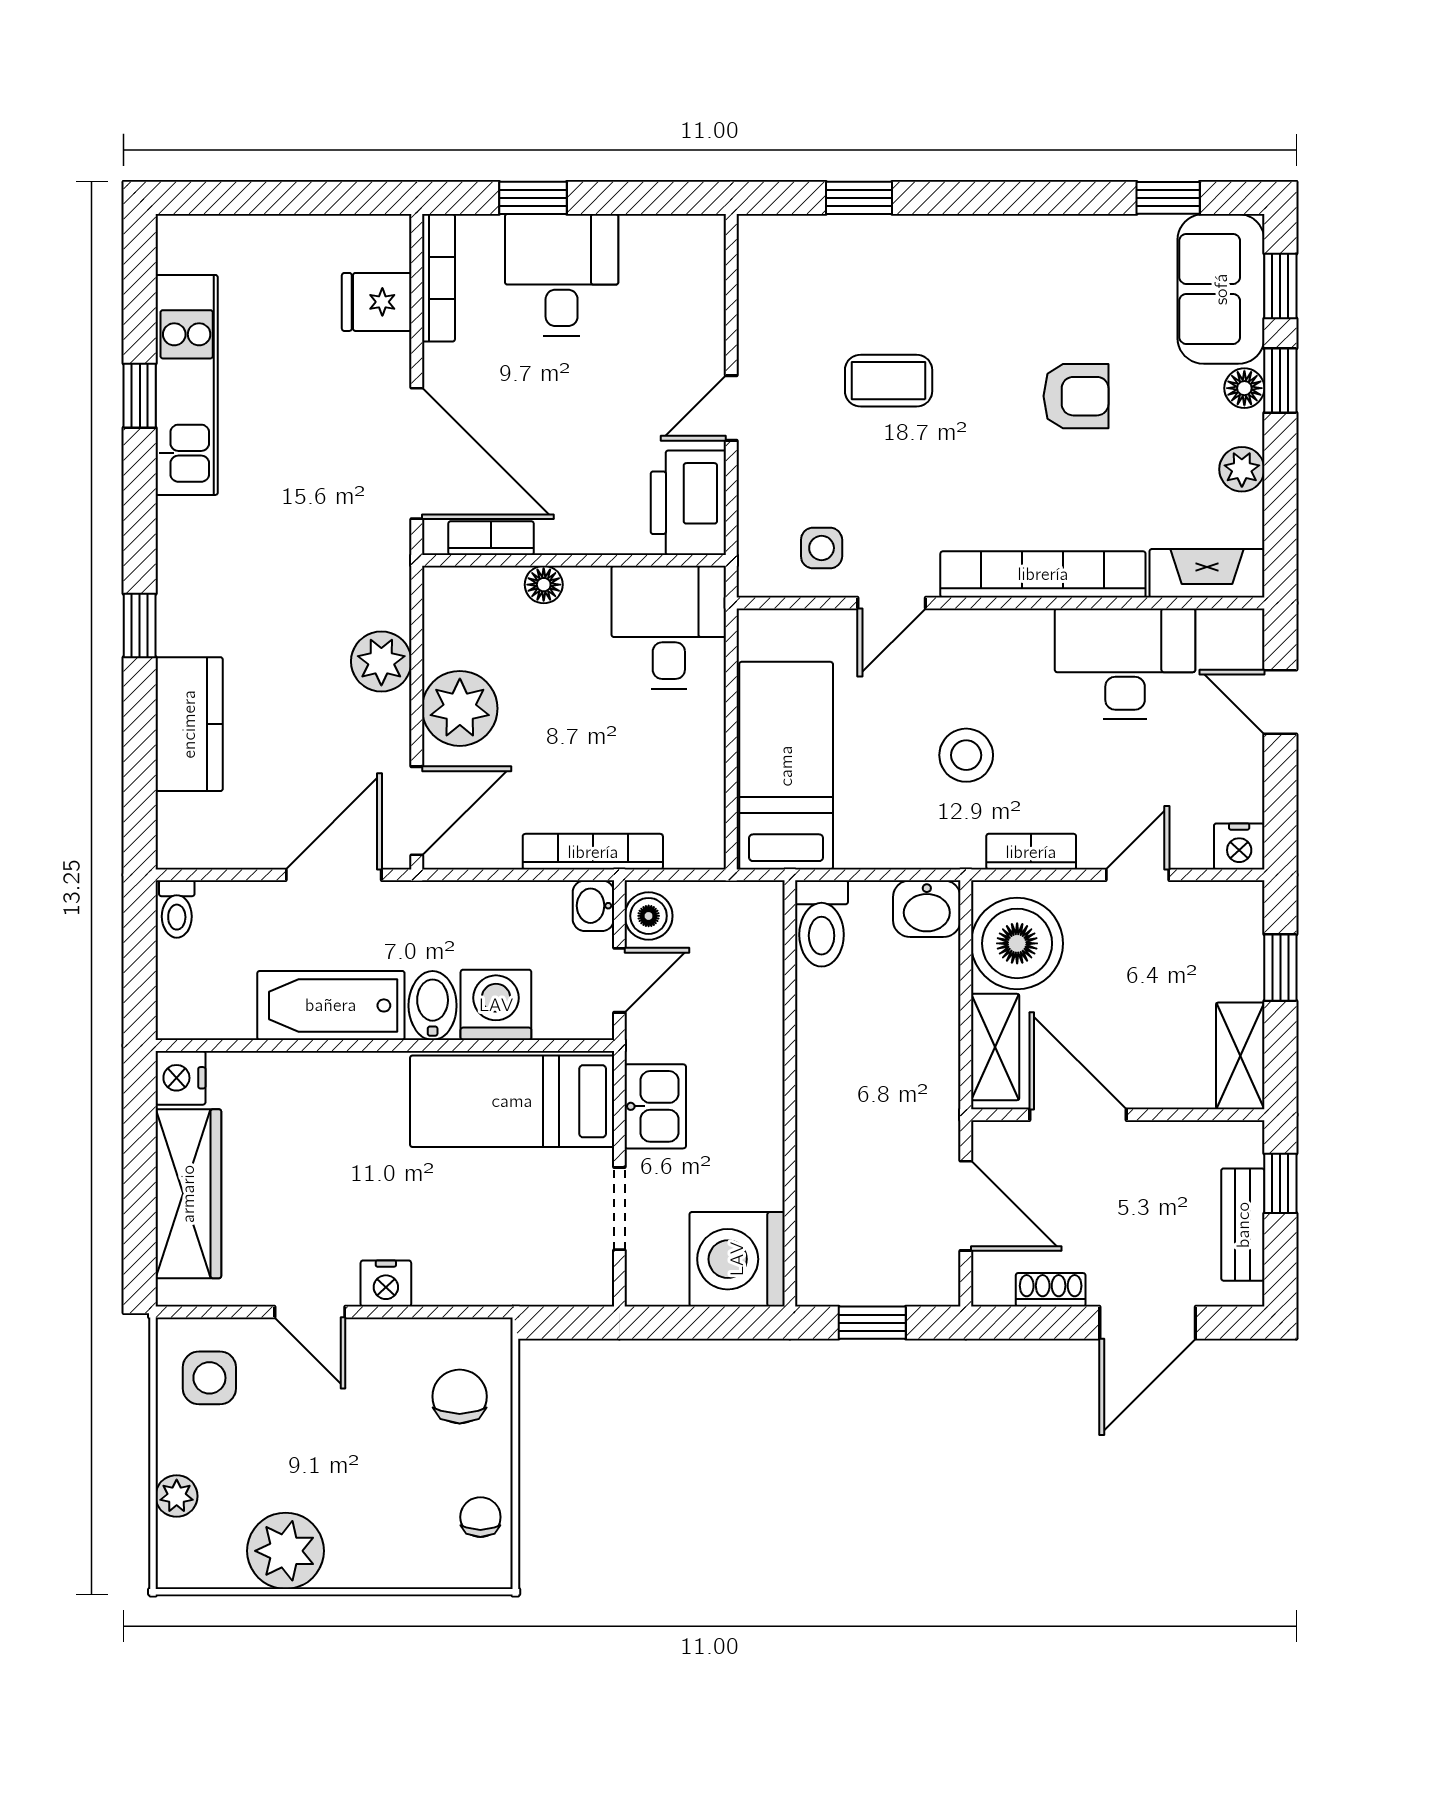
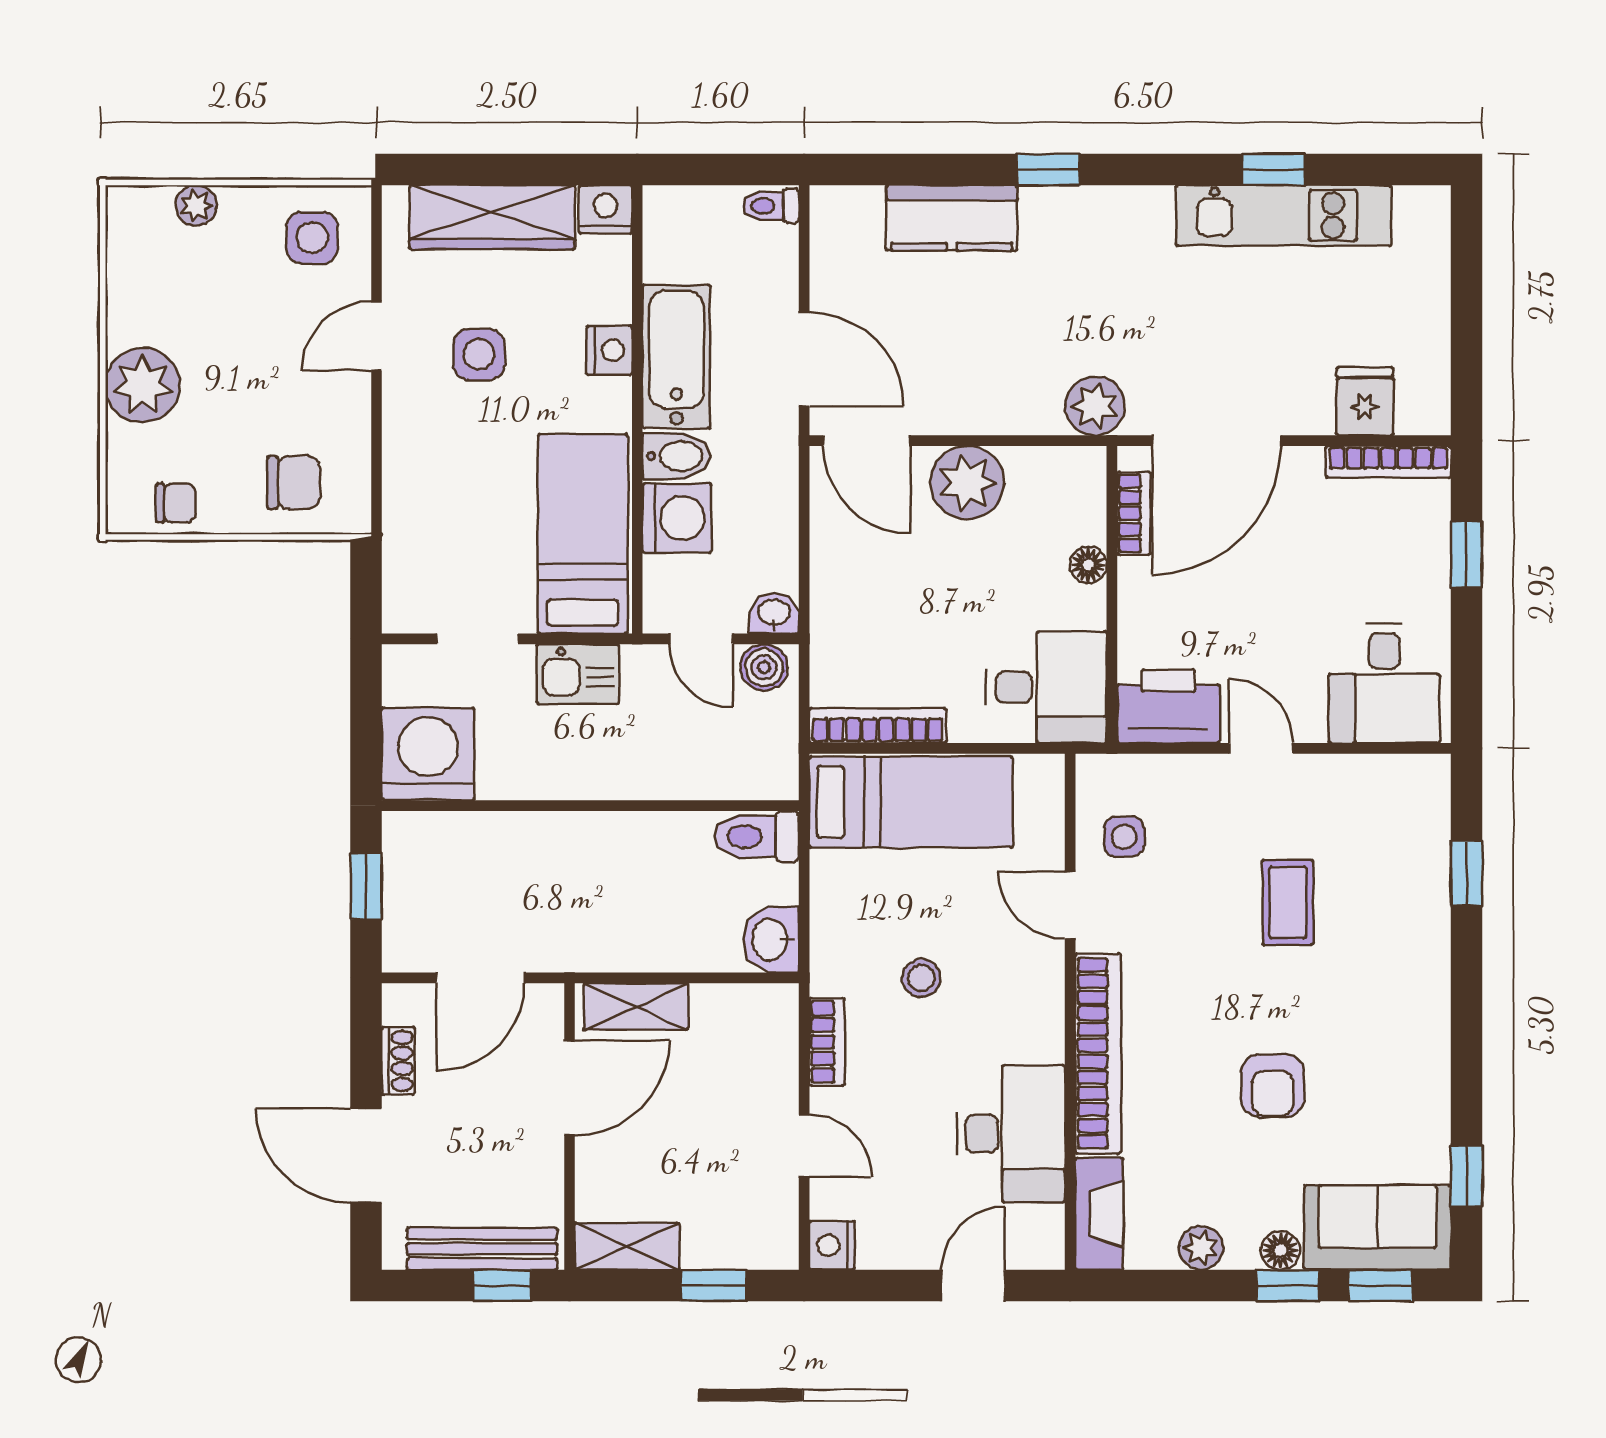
desk: (562, 275) -> (1384, 683), moved, turned 90
plant: (381, 661) -> (1095, 406), moved
stool: (966, 755) -> (921, 978), width x0.73, depth x0.73
bookcase: (593, 852) -> (878, 726), moved, turned -90
boiler: (1017, 943) -> (737, 1028), removed
side table: (329, 1207) -> (479, 354), added
bench: (1243, 1225) -> (482, 1249), width x1.36
nightstand: (386, 1283) -> (609, 350), moved, turned 180
plant: (286, 1551) -> (143, 385), moved

